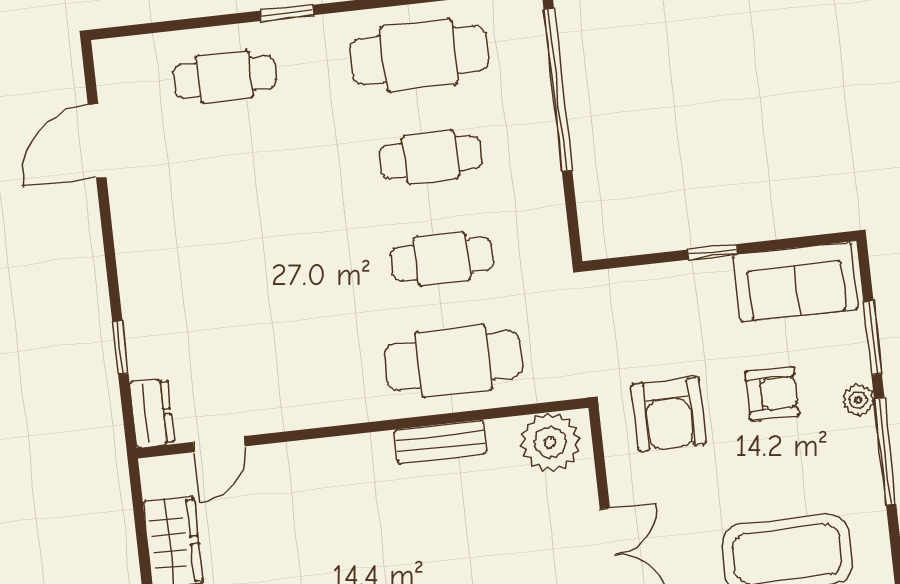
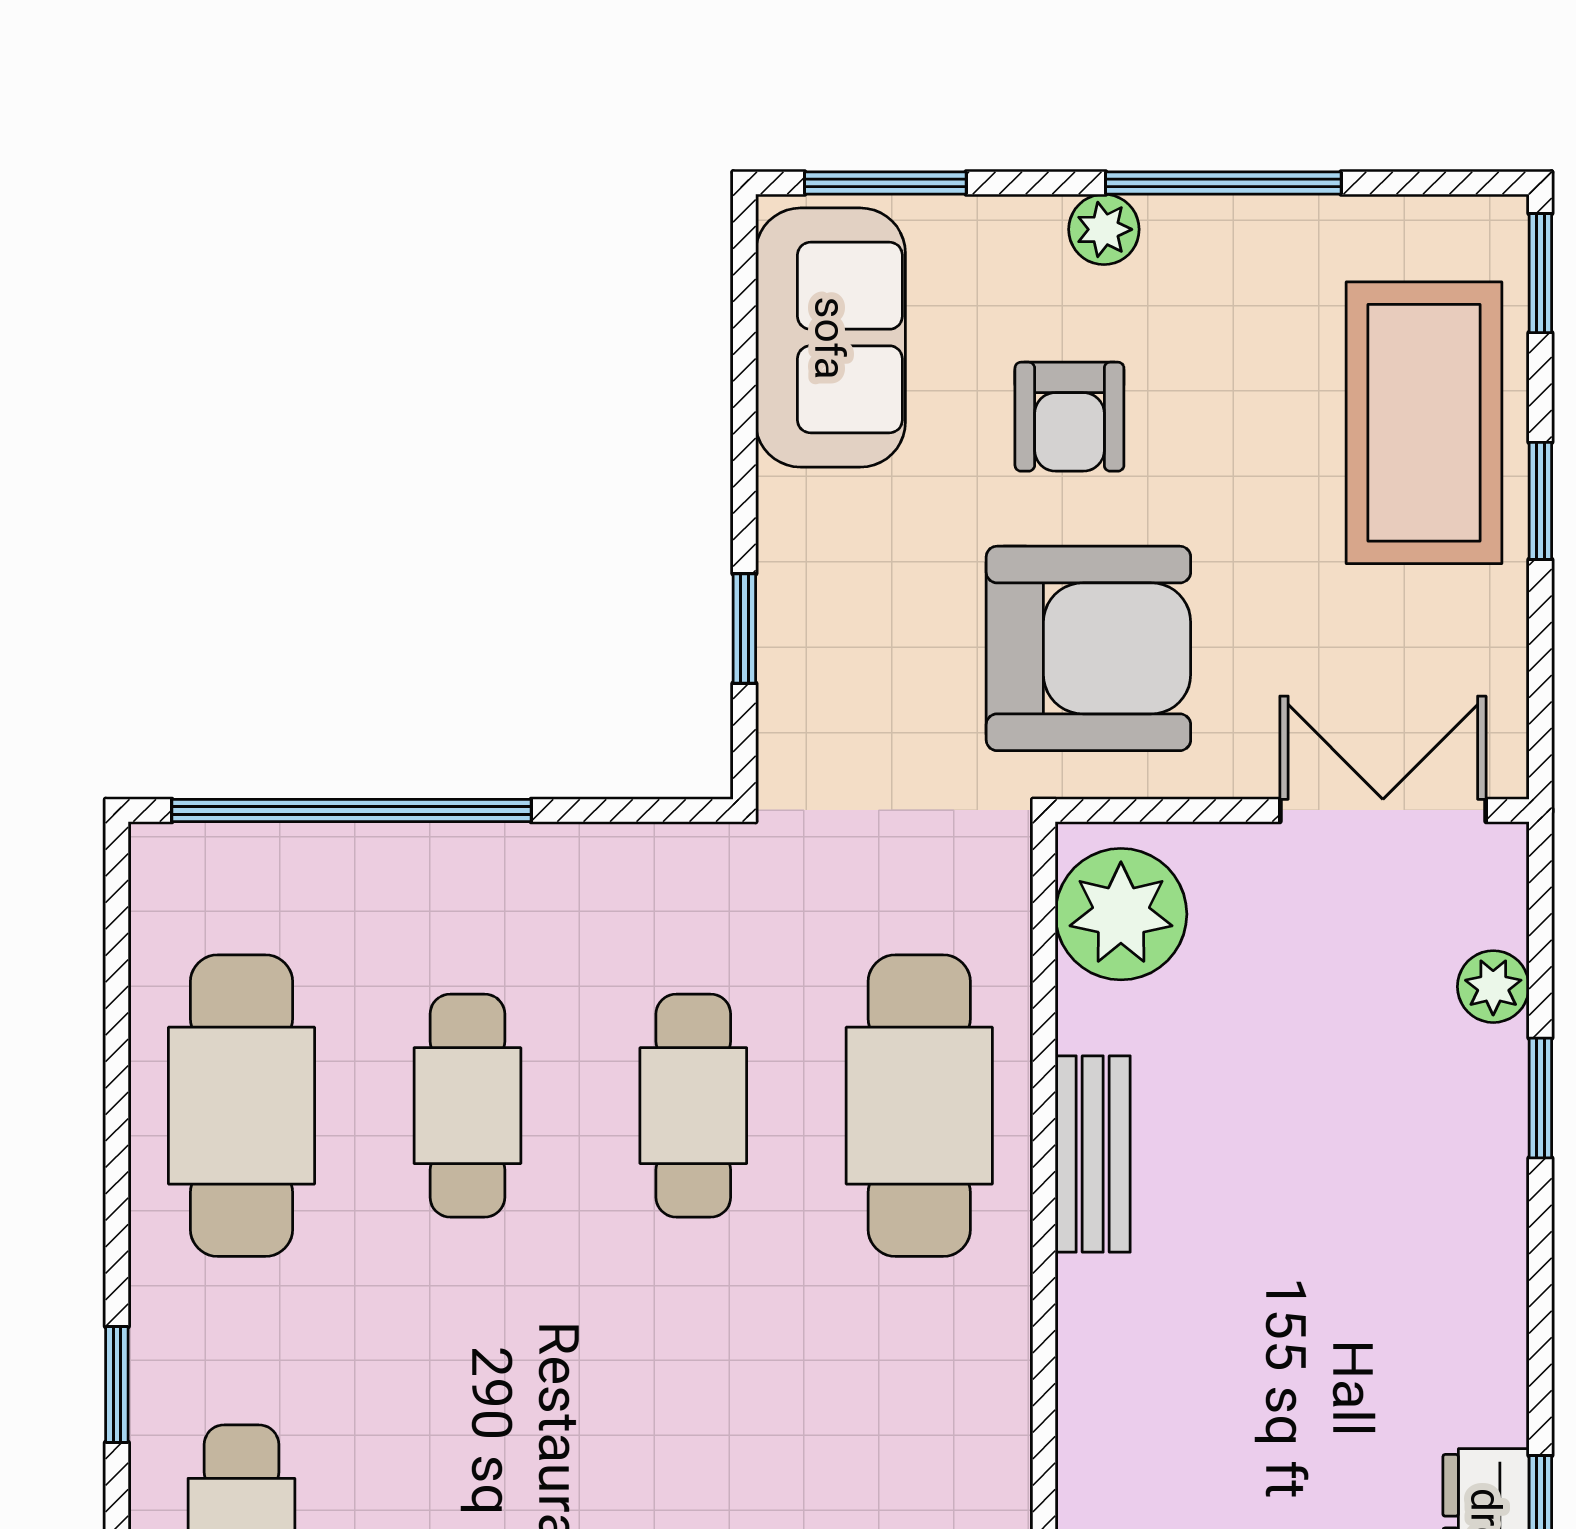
window: (713, 252) -> (744, 628), moved
window: (872, 338) -> (885, 183), moved
armchair: (772, 394) -> (1069, 417), turned 180
armchair: (668, 414) -> (1088, 648), width x1.36, depth x1.36

